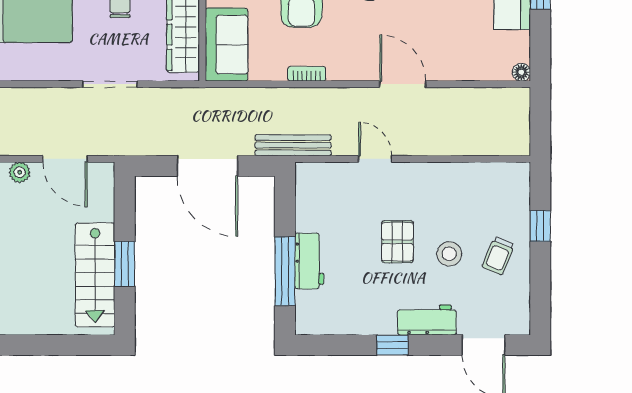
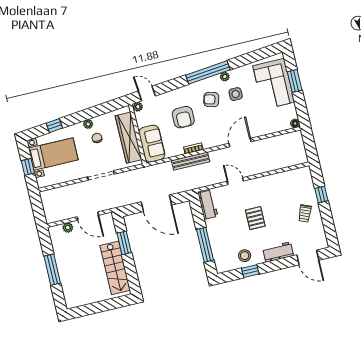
door: (403, 84) -> (240, 143), hinge flipped
bench: (293, 145) -> (191, 161), moved
stool: (449, 254) -> (245, 256), moved
workbench: (309, 261) -> (208, 205), moved
window: (125, 264) -> (124, 243), moved
window: (392, 345) -> (250, 271), moved

